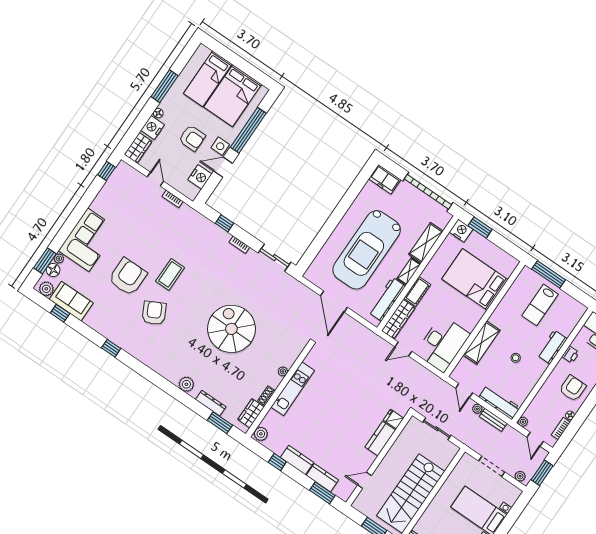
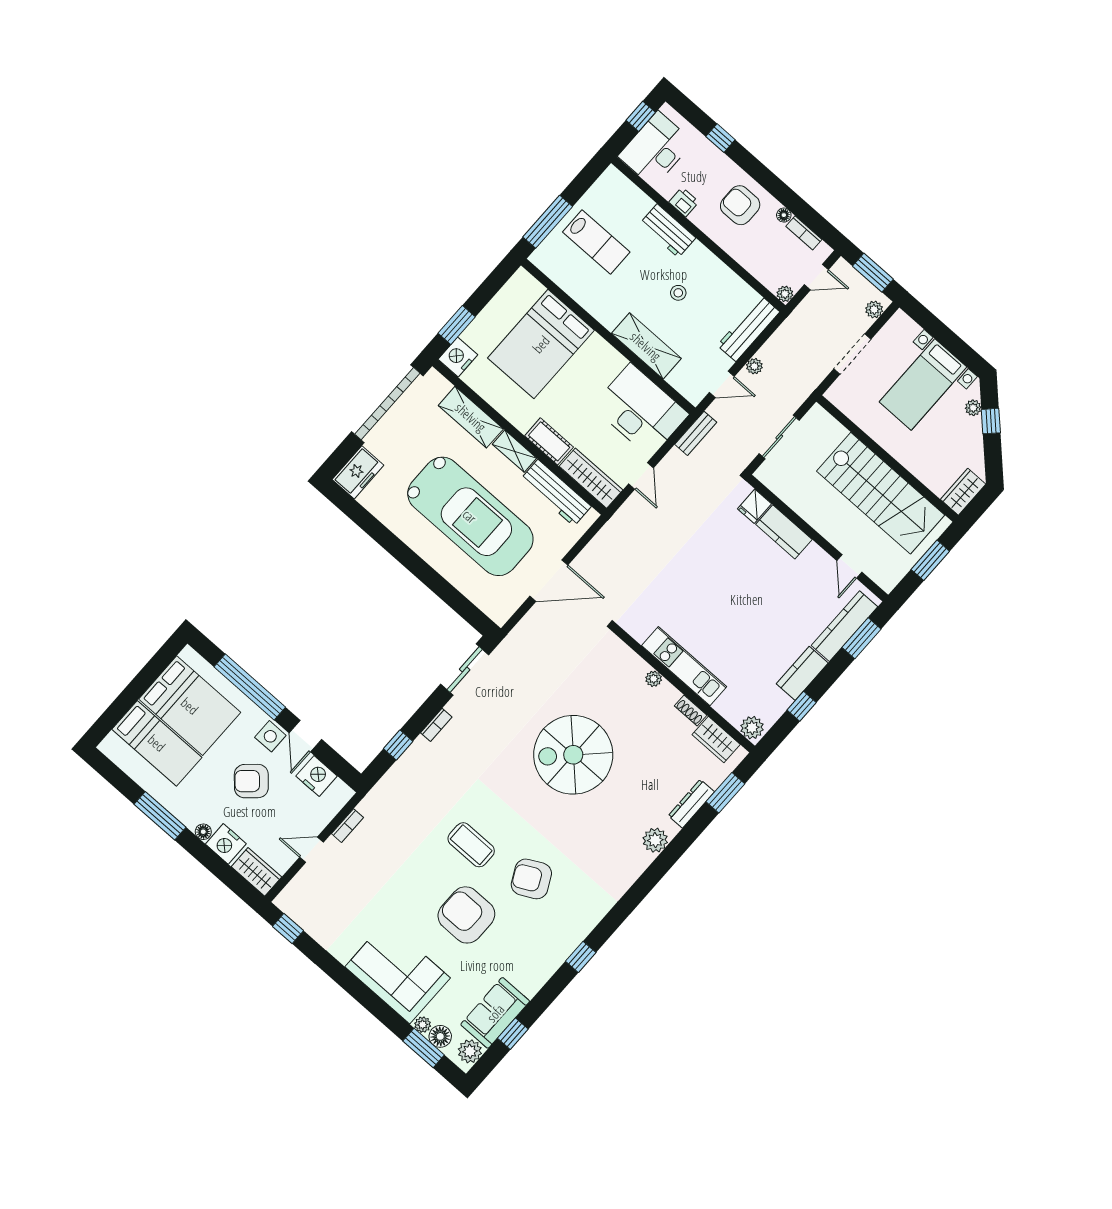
armchair: (192, 138) -> (251, 781), turned -132
bench: (493, 420) -> (696, 433), moved
kitchen counter: (322, 478) -> (845, 626), width x1.50

